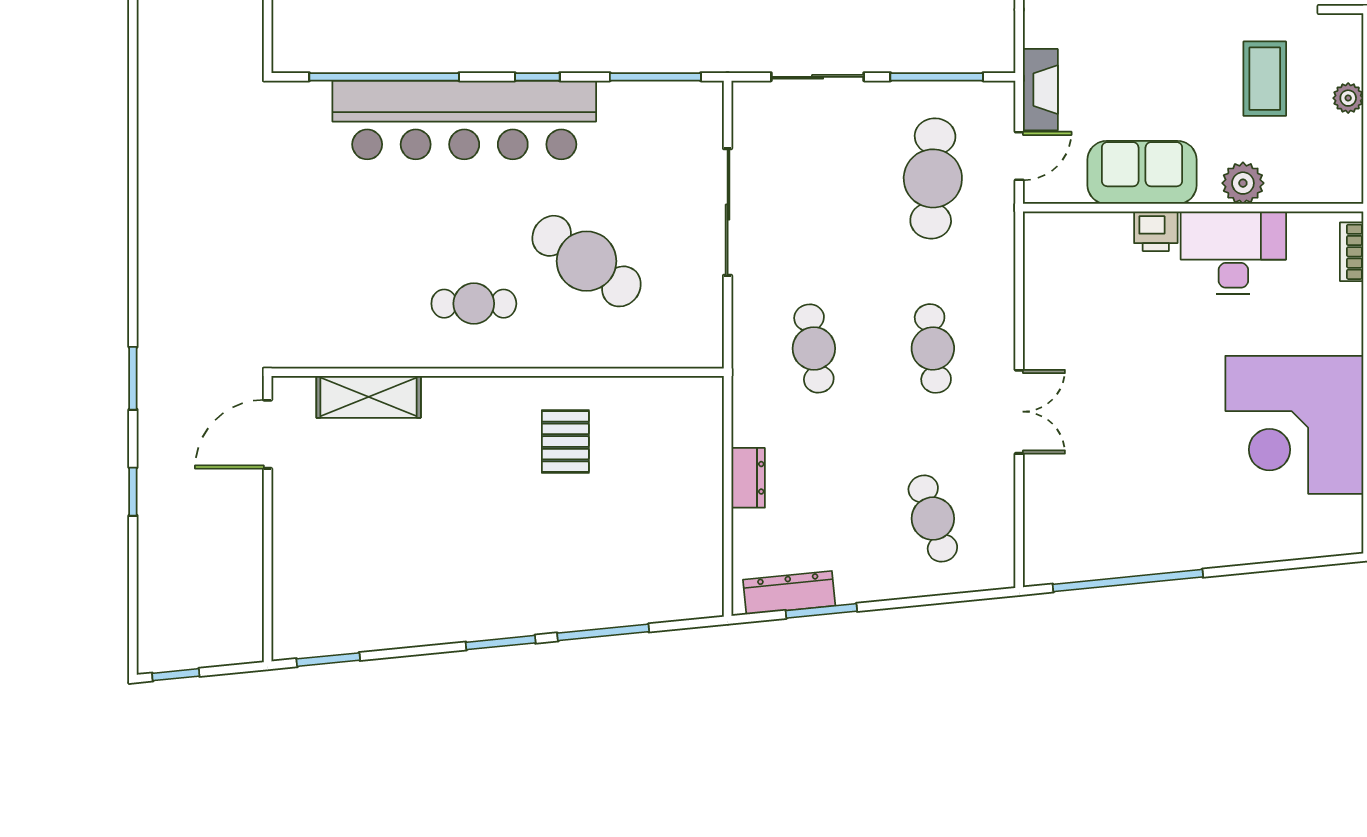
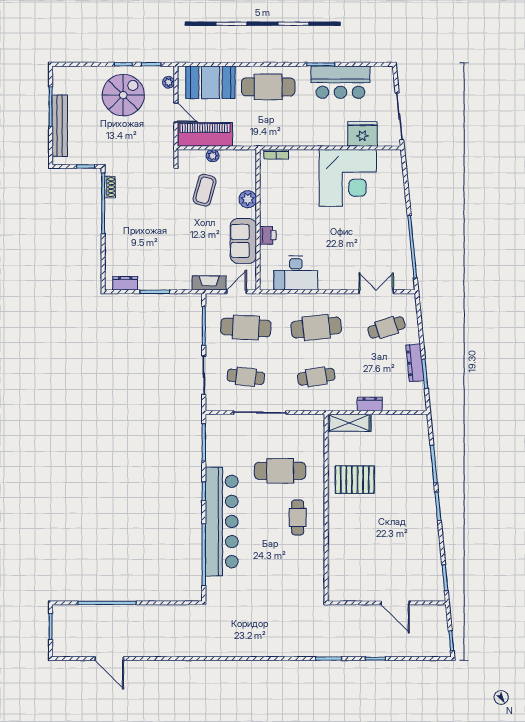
coffee table: (1265, 79) -> (205, 190), turned -75
door: (1019, 156) -> (237, 292), hinge flipped
cafe table: (814, 178) -> (246, 377), added
desk: (1233, 253) -> (296, 273), moved, turned -90
cafe table: (587, 261) -> (280, 471), turned 54
cafe table: (933, 348) -> (316, 328), width x1.37, depth x1.35
shelving: (369, 397) -> (349, 423), moved, turned 90
double door: (1019, 412) -> (376, 292), moved
door: (268, 434) -> (395, 603), moved
pallet: (565, 442) -> (355, 480), width x1.50, depth x1.42
dresser: (789, 593) -> (415, 363), moved

